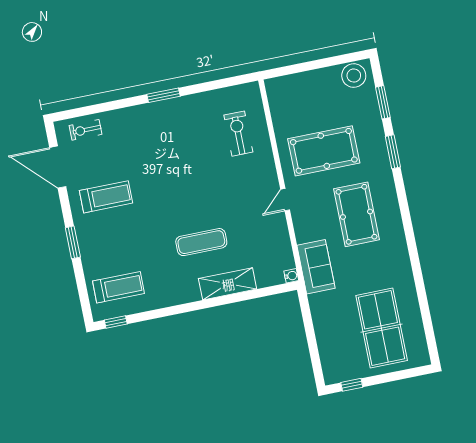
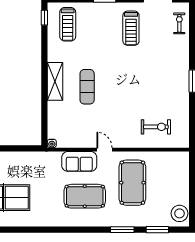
sofa: (316, 267) -> (79, 161), moved
shelving: (228, 284) -> (55, 81), moved

